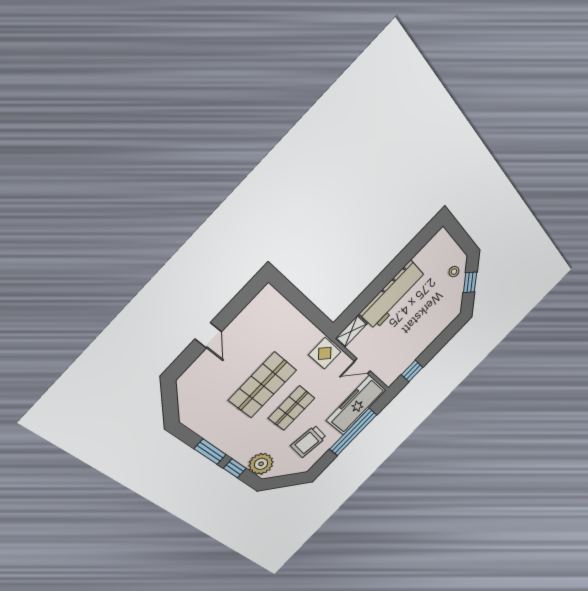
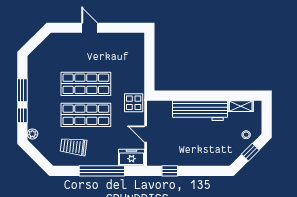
shelving: (351, 331) -> (241, 106), moved
door: (208, 335) -> (89, 28), swing flipped
freezer: (356, 405) -> (132, 157), width x0.52, depth x0.79
shop shelf: (292, 408) -> (86, 115), width x1.43, depth x1.36
plant: (261, 464) -> (32, 134), width x0.53, depth x0.53

